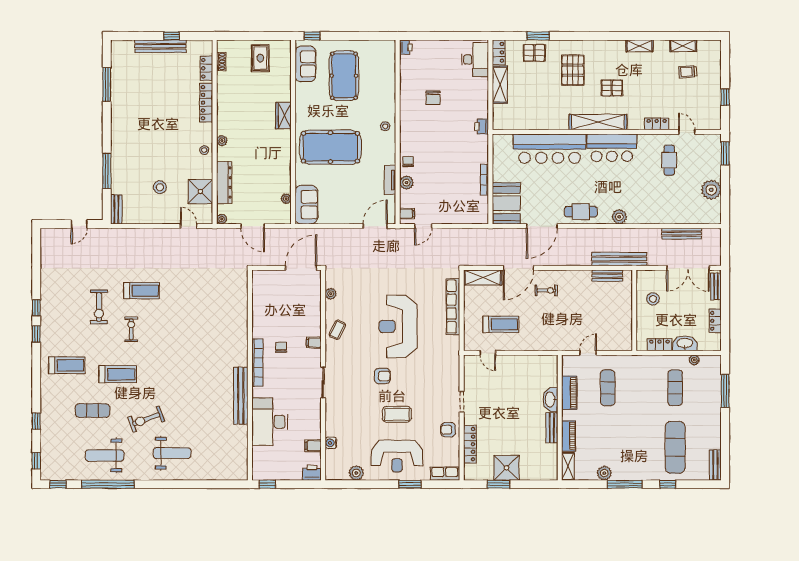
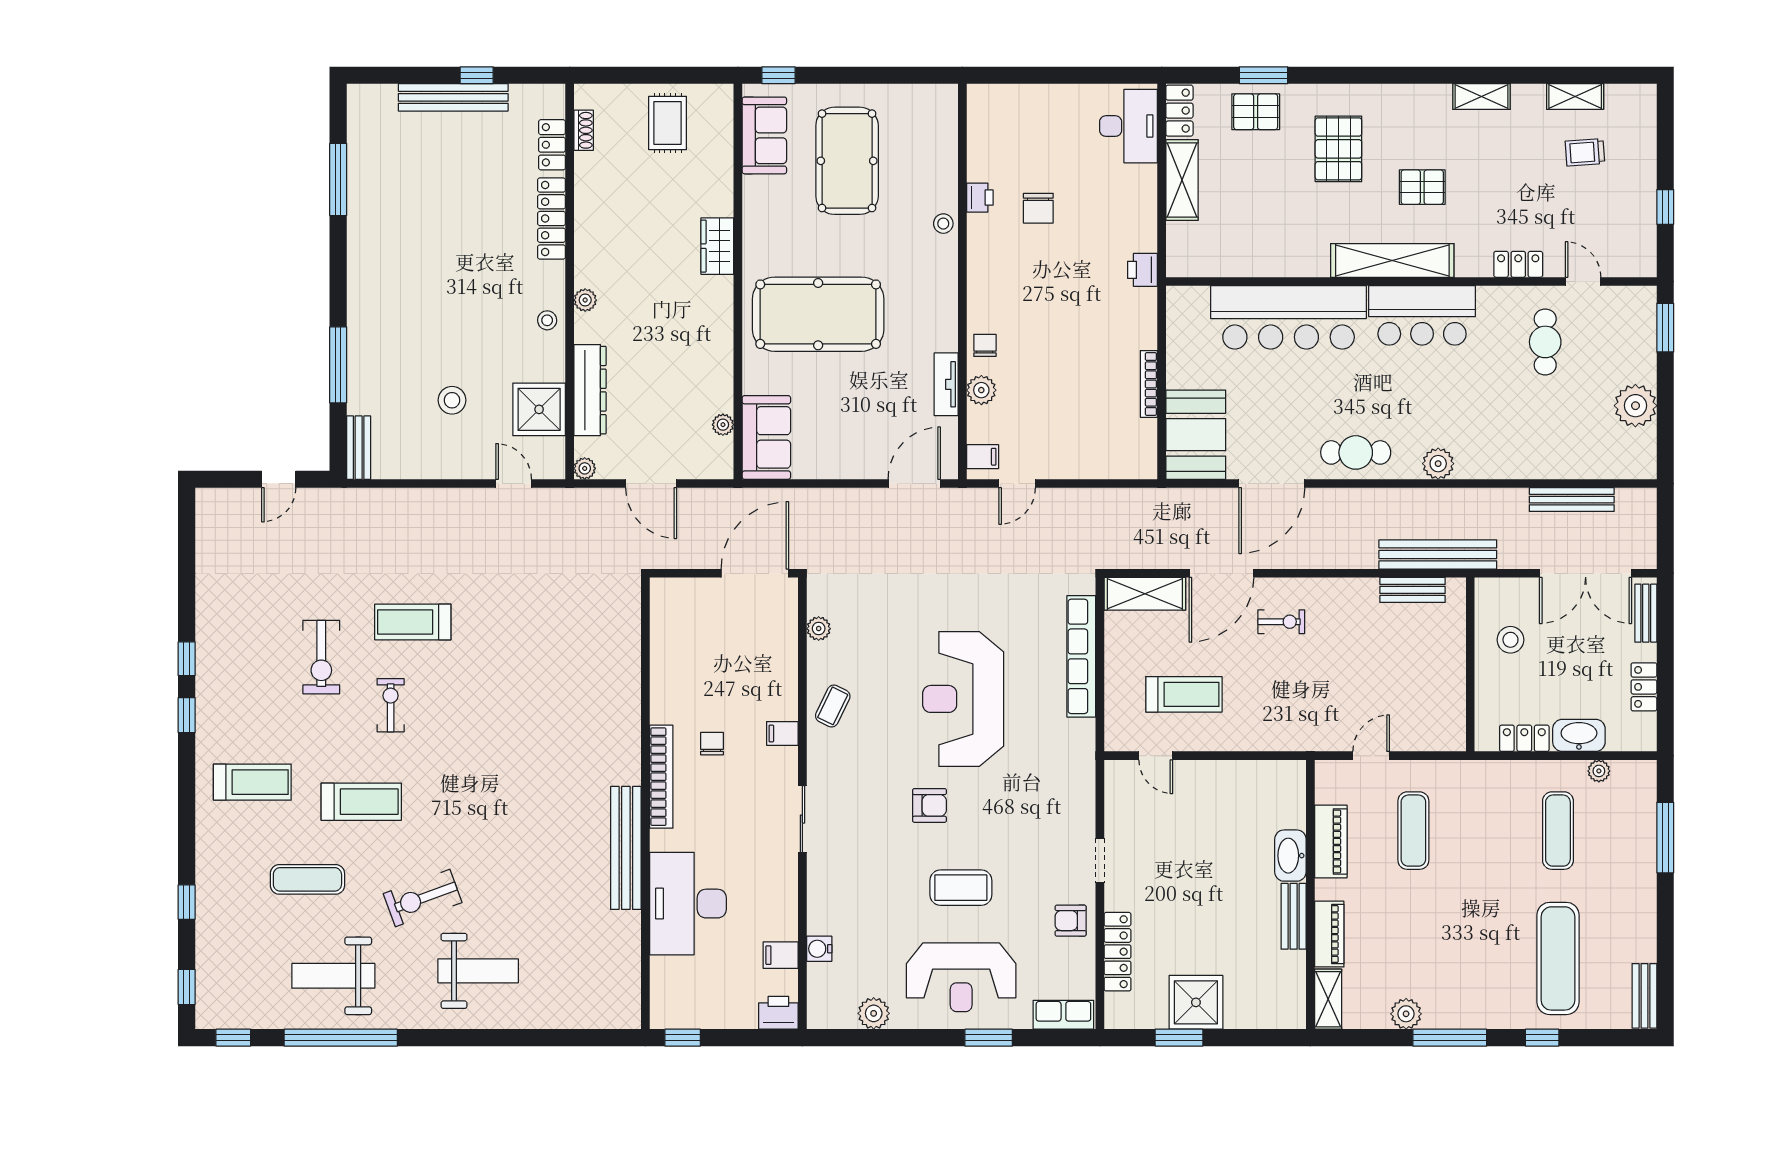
printer: (406, 47) -> (980, 198), moved
stool: (385, 126) -> (943, 224), moved
treadmill: (142, 291) -> (413, 622), turned 180

